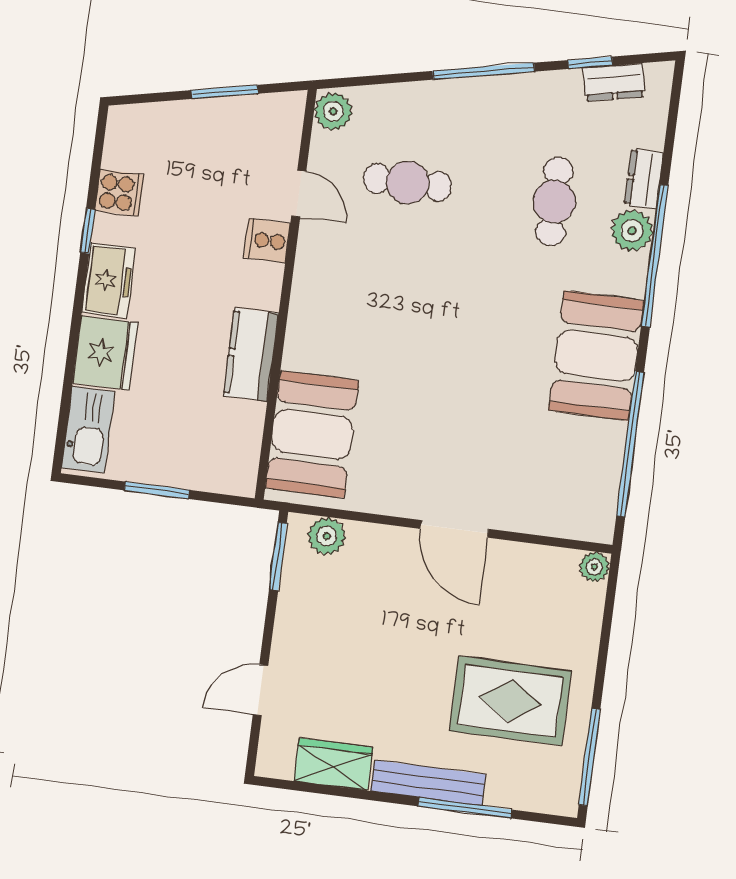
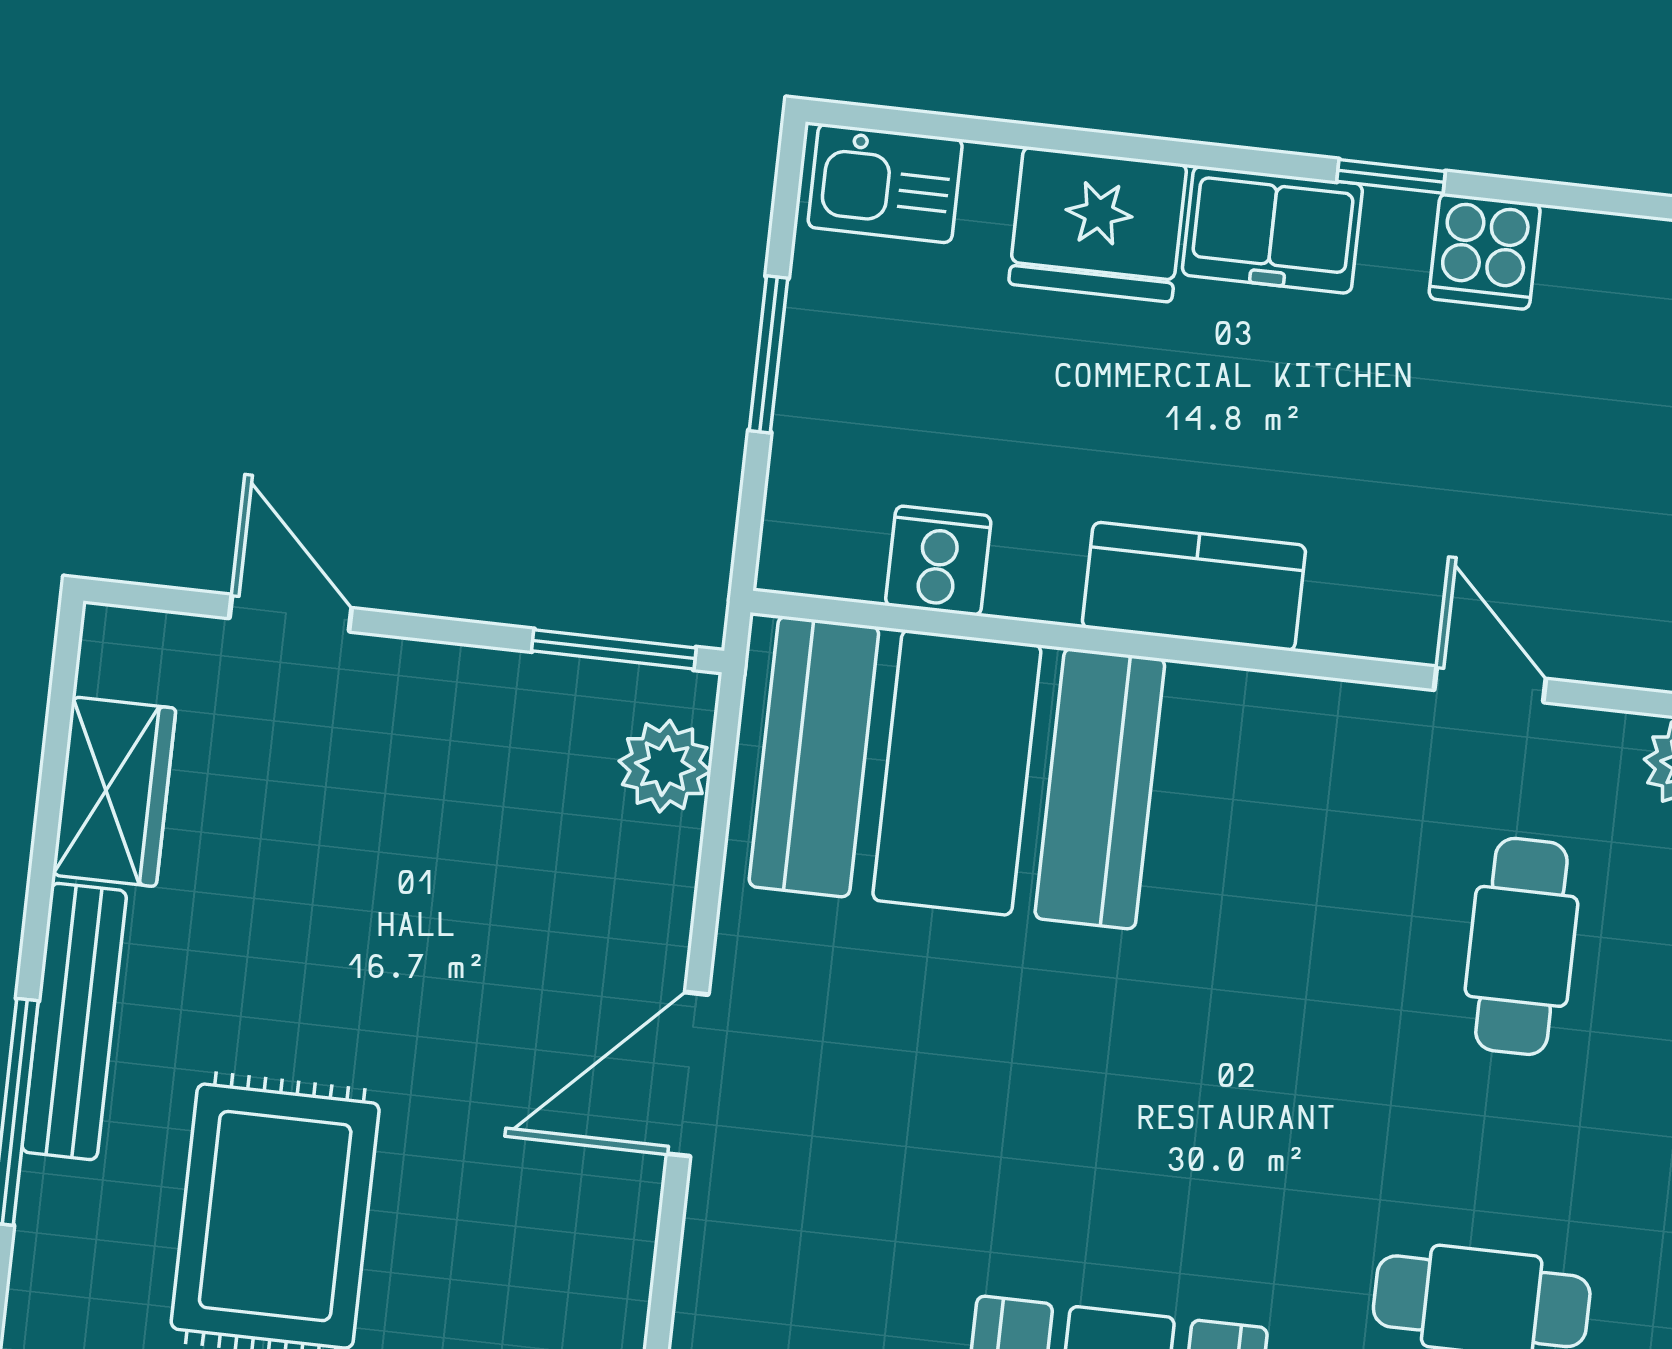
door: (299, 194) -> (1490, 684), swing flipped
cooker: (267, 240) -> (938, 561), moved
kitchen counter: (251, 355) -> (1194, 587), moved
kitchen sink: (88, 429) -> (885, 183), width x0.73
booth: (312, 434) -> (957, 773), width x1.36, depth x1.42

